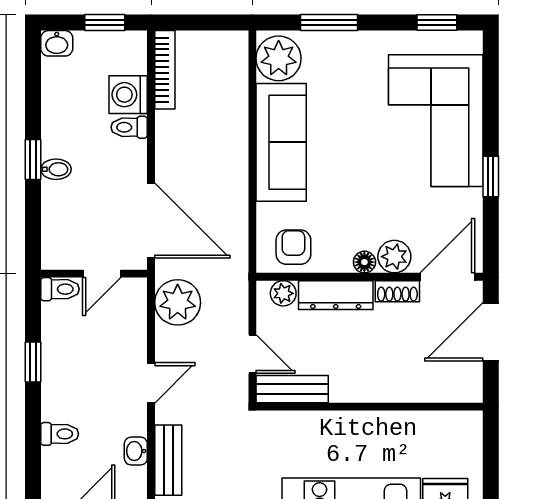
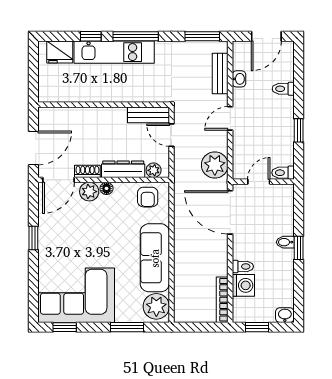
corner sofa: (436, 121) -> (76, 295), moved, turned -90

